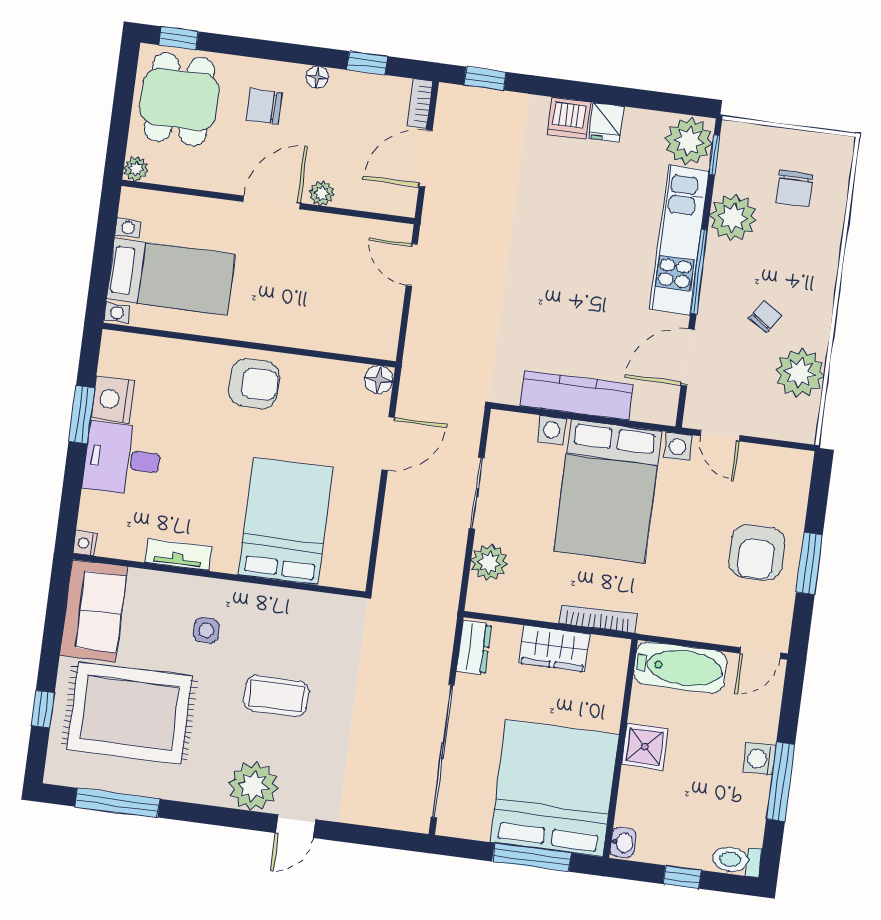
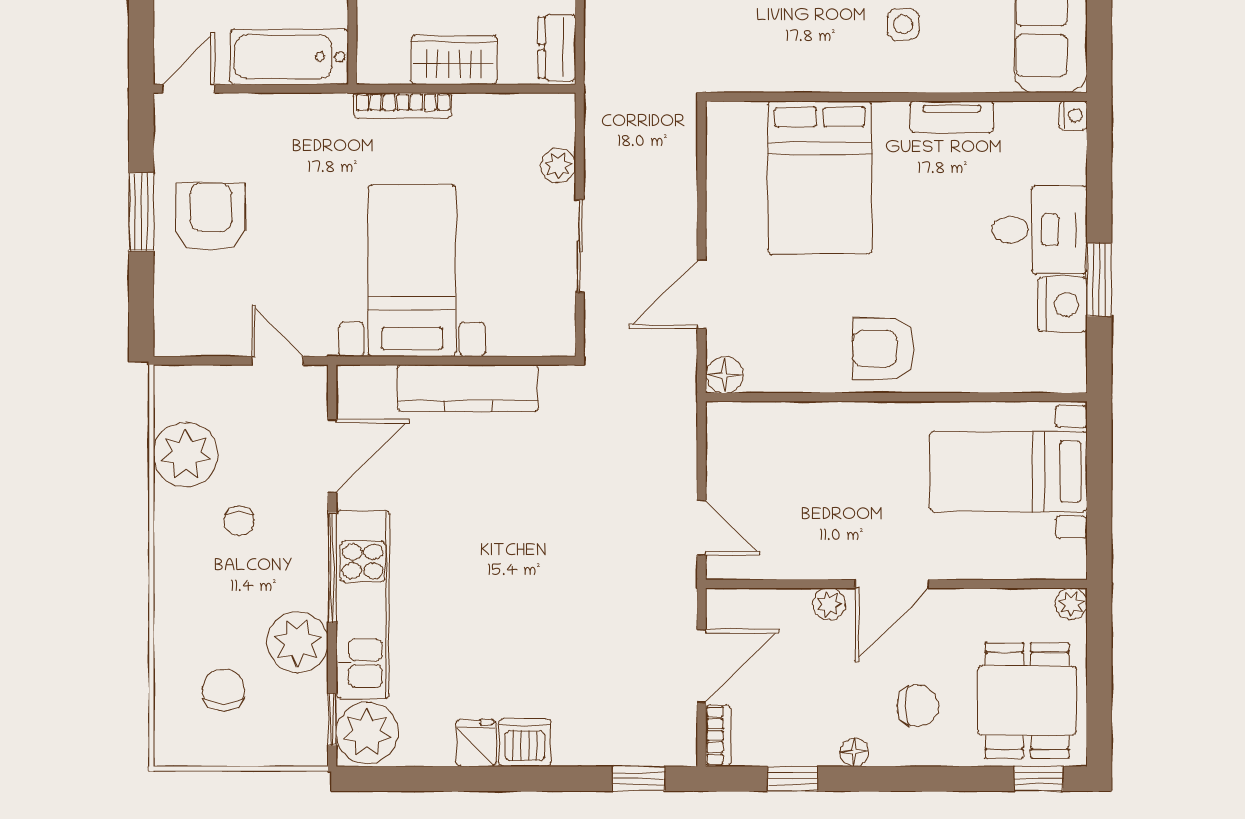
chair: (765, 316) -> (239, 521), turned -34
bed with nightstands: (608, 491) -> (412, 270), width x0.73
plant: (489, 562) -> (558, 165), width x0.73, depth x0.73

